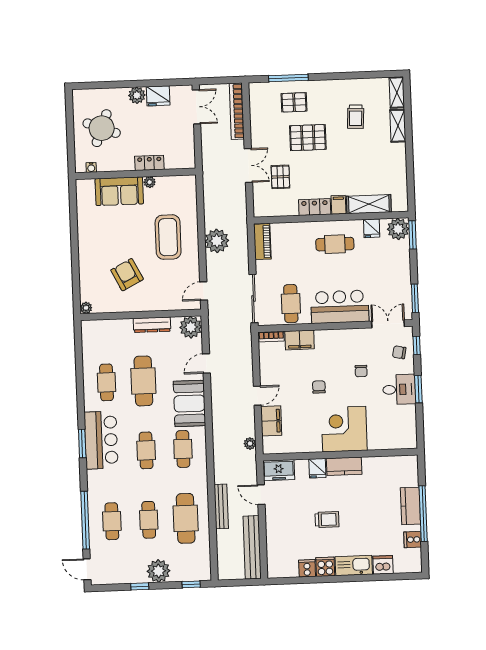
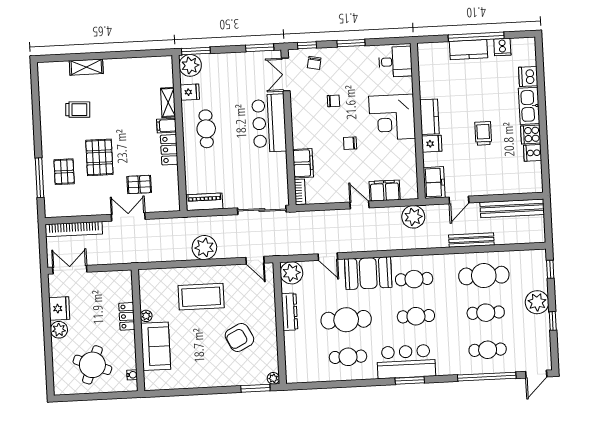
shelving: (397, 92) -> (53, 68), removed
shelving: (369, 204) -> (168, 102), width x0.67, depth x0.75
window: (76, 290) -> (255, 388), added
cafe table: (291, 304) -> (267, 172), removed
desk: (399, 389) -> (395, 62), moved, turned 90
plant: (250, 444) -> (413, 217), width x1.87, depth x1.87

